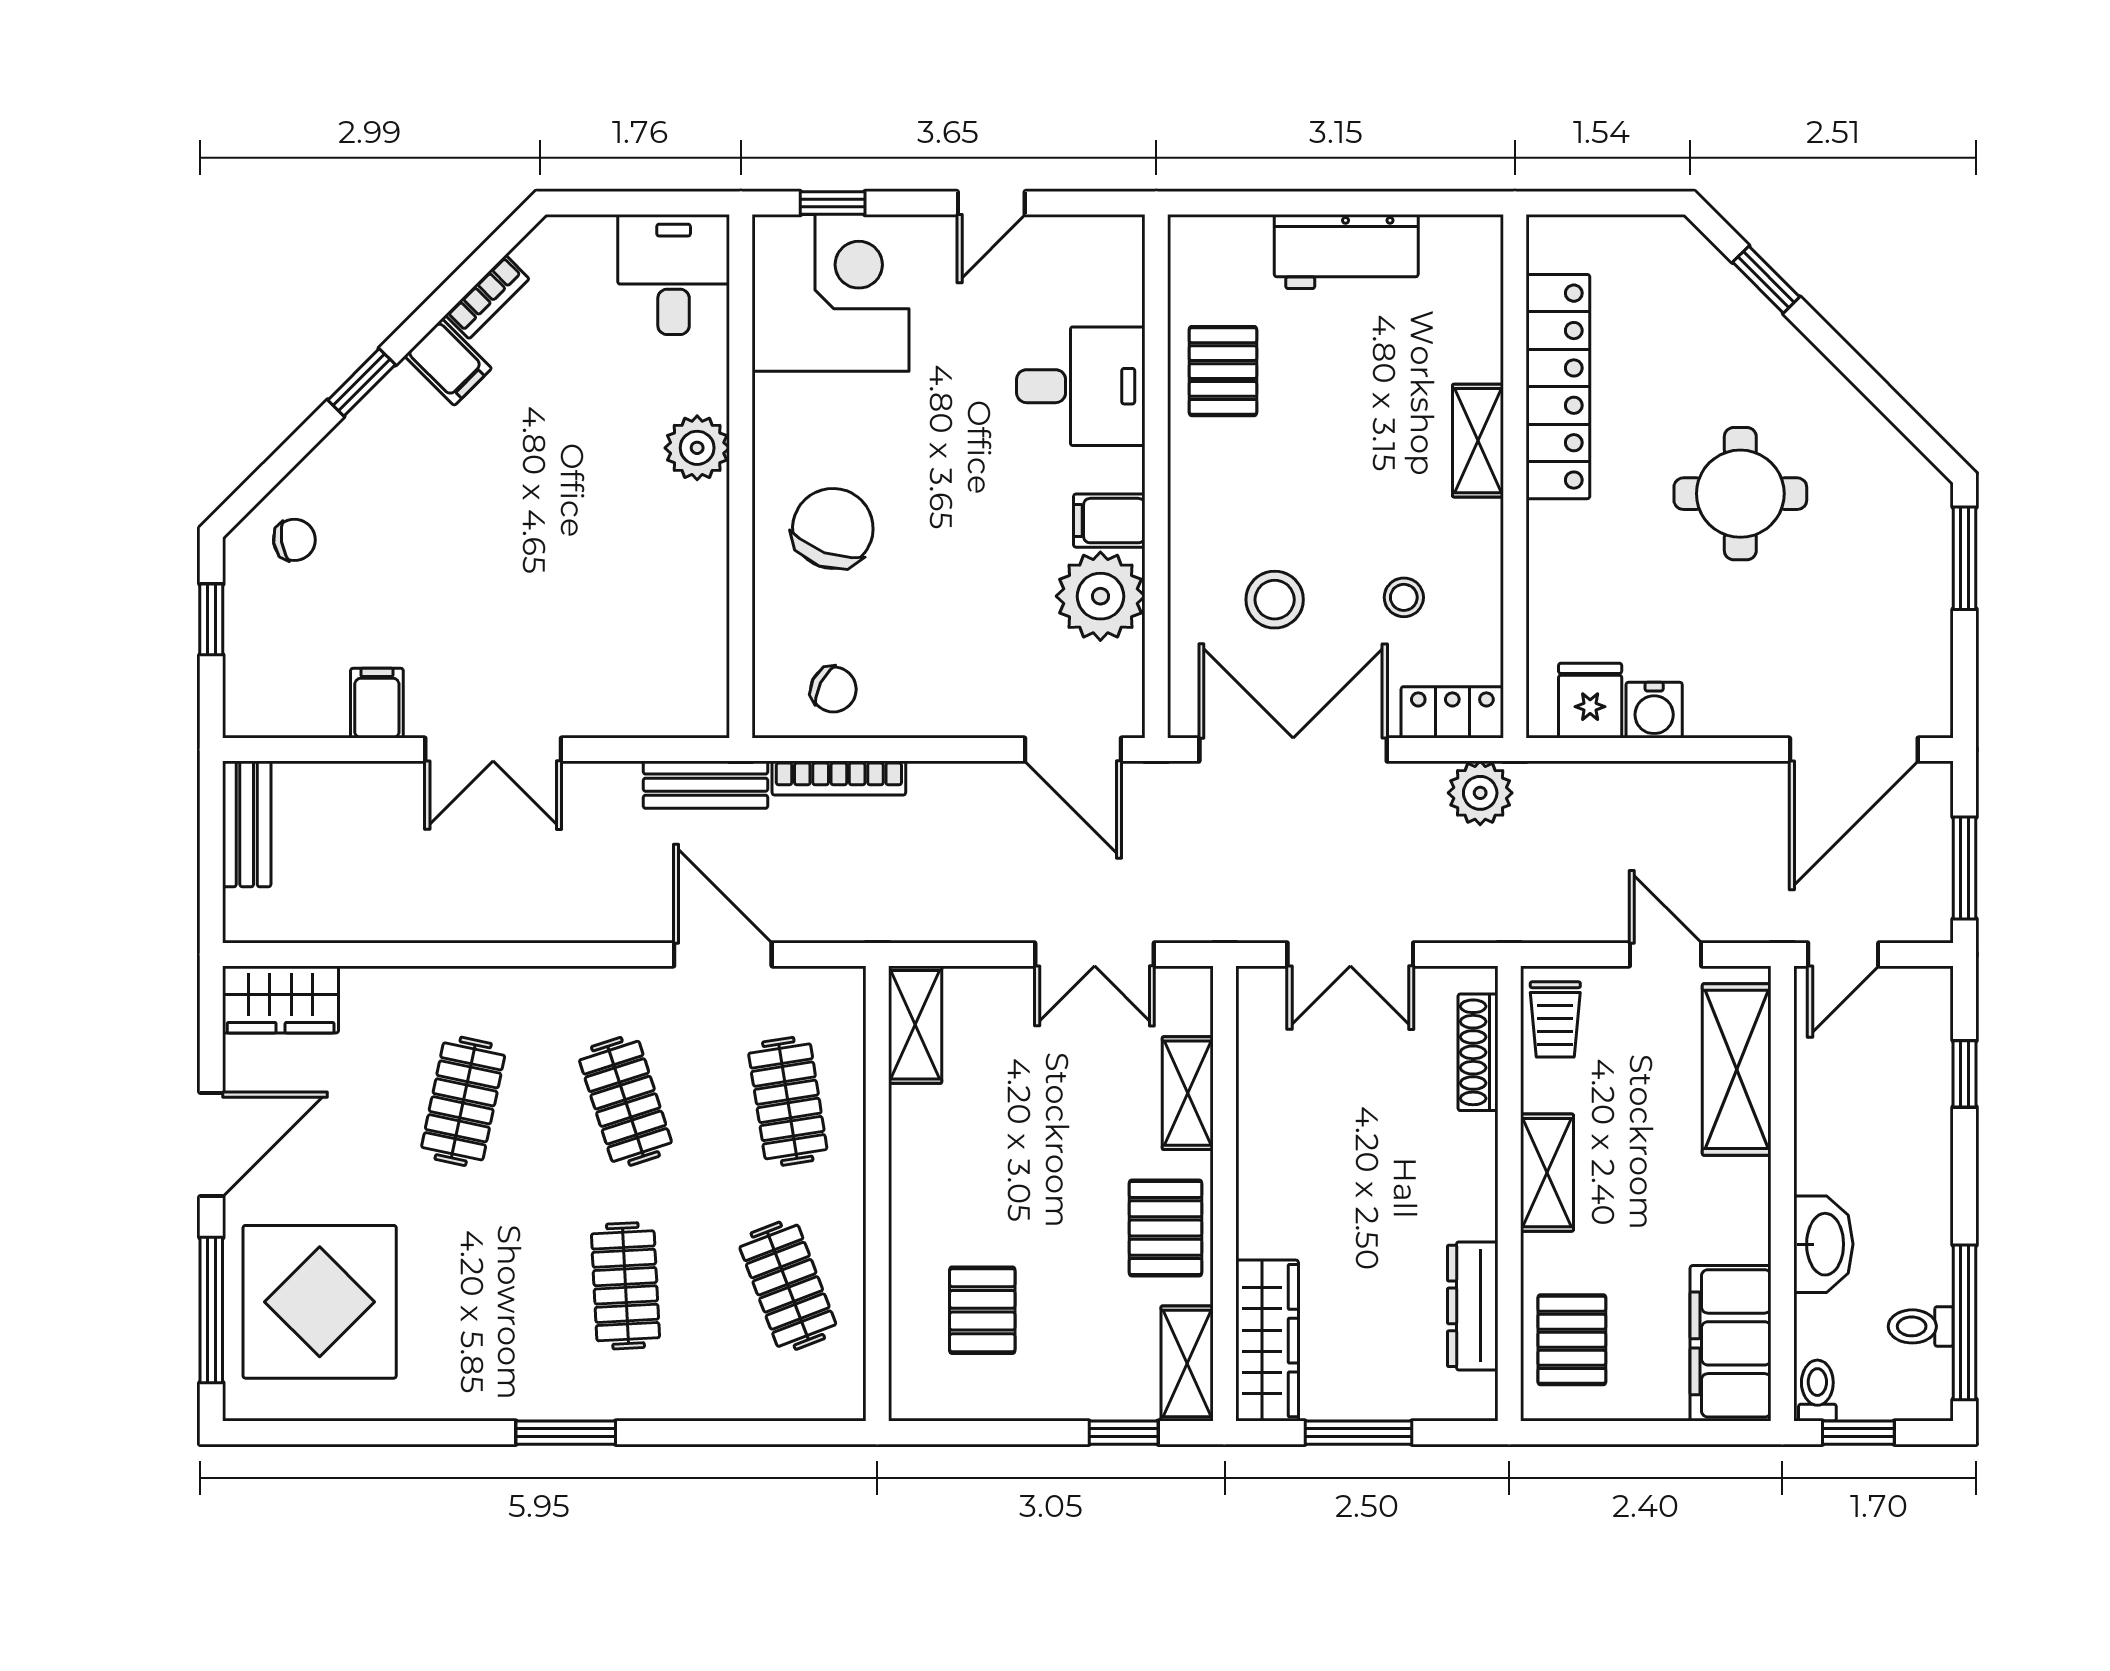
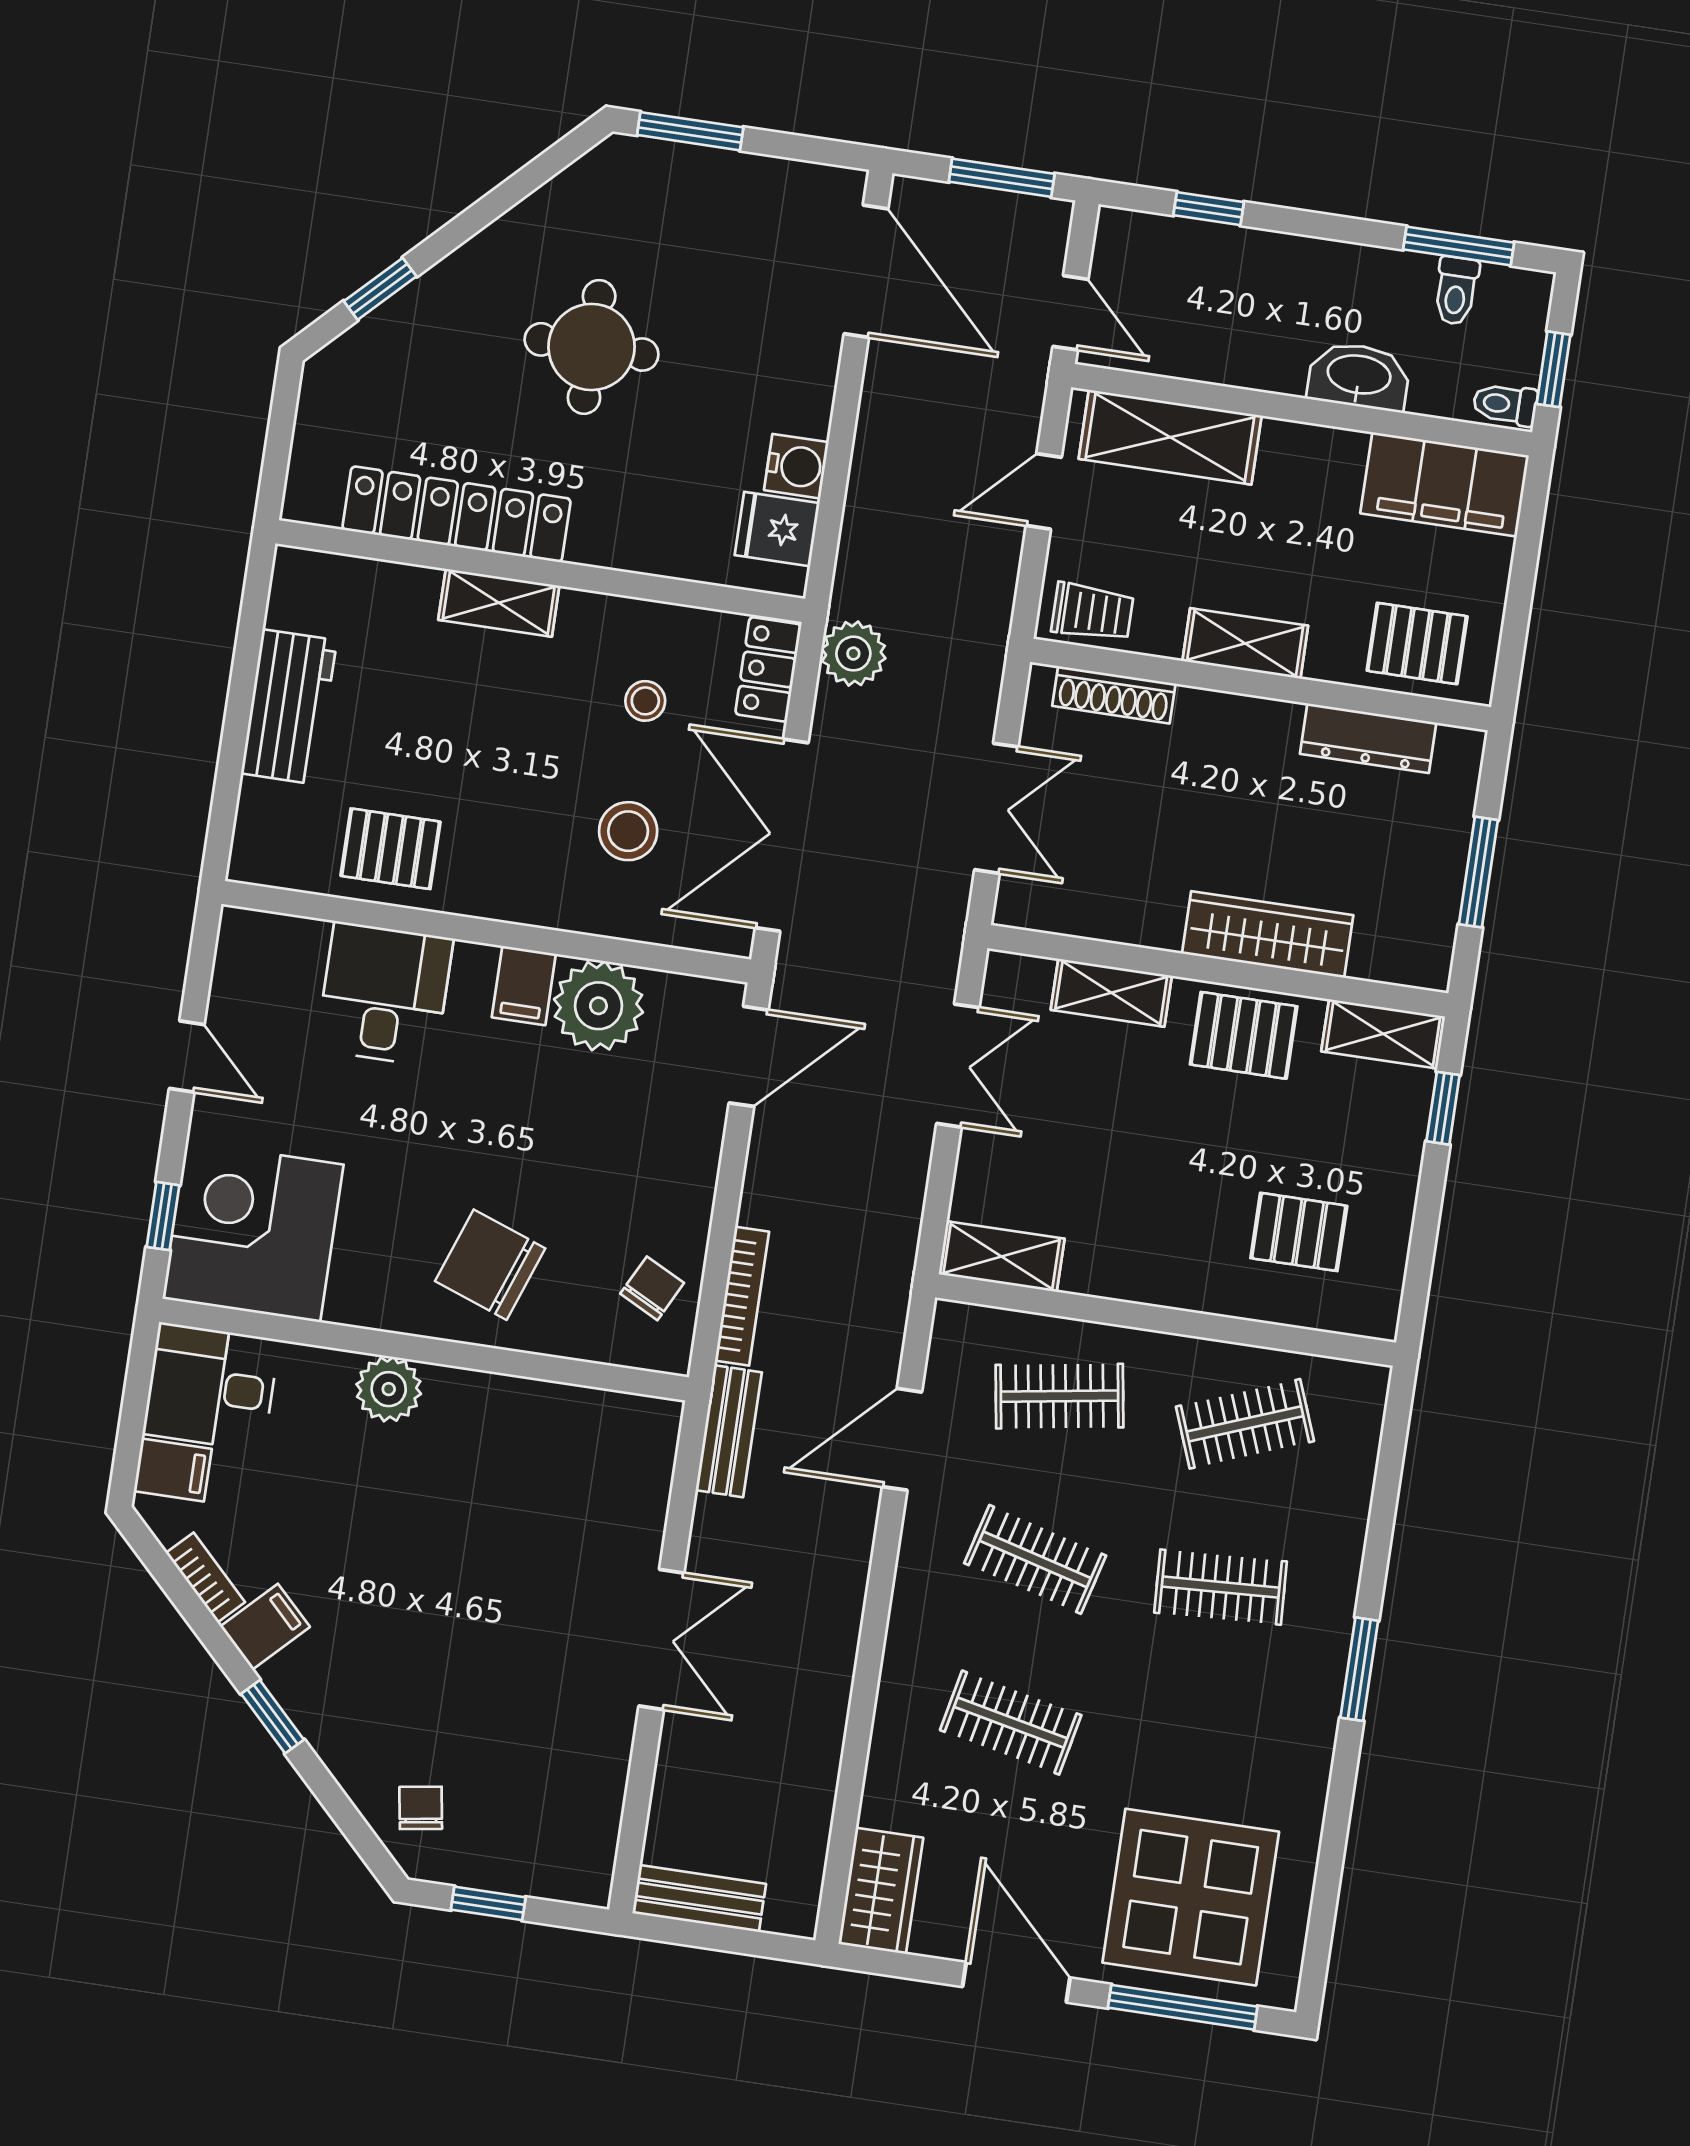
filing cabinet: (377, 703) -> (173, 1470), moved, turned 180
clothes rail: (625, 1101) -> (1035, 1559), turned 33
window: (1965, 1322) -> (1459, 246), width x0.69
wardrobe: (1267, 1341) -> (1268, 934), moved

